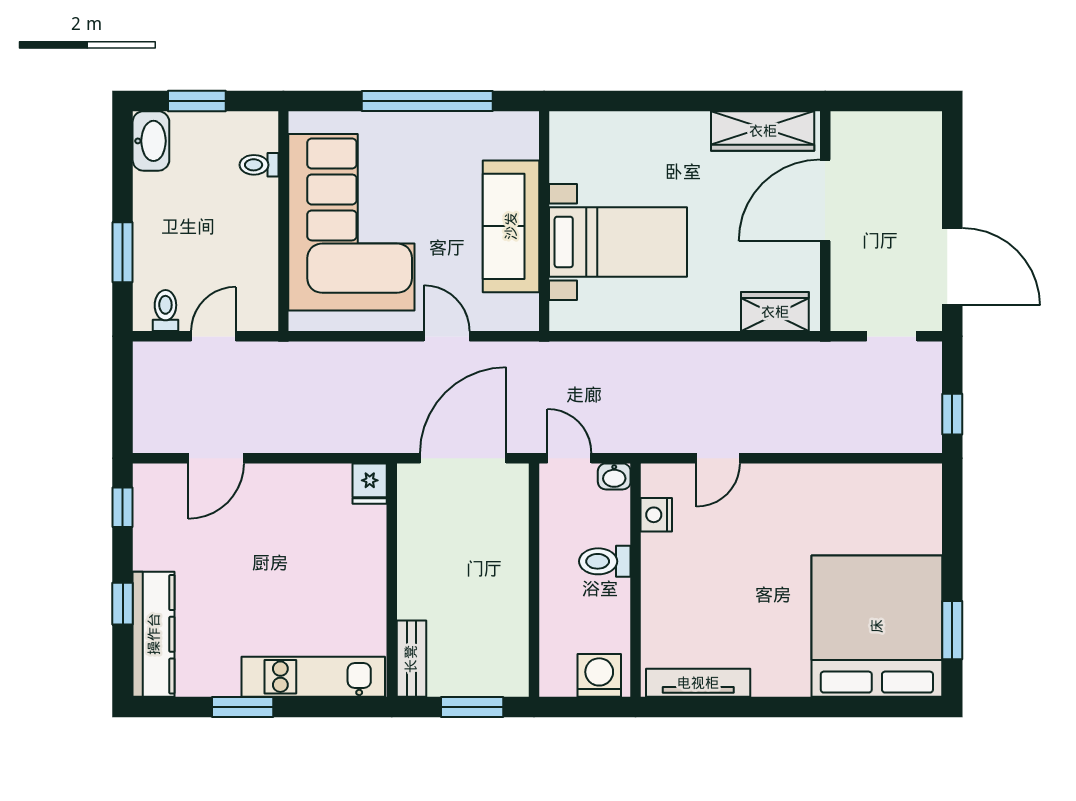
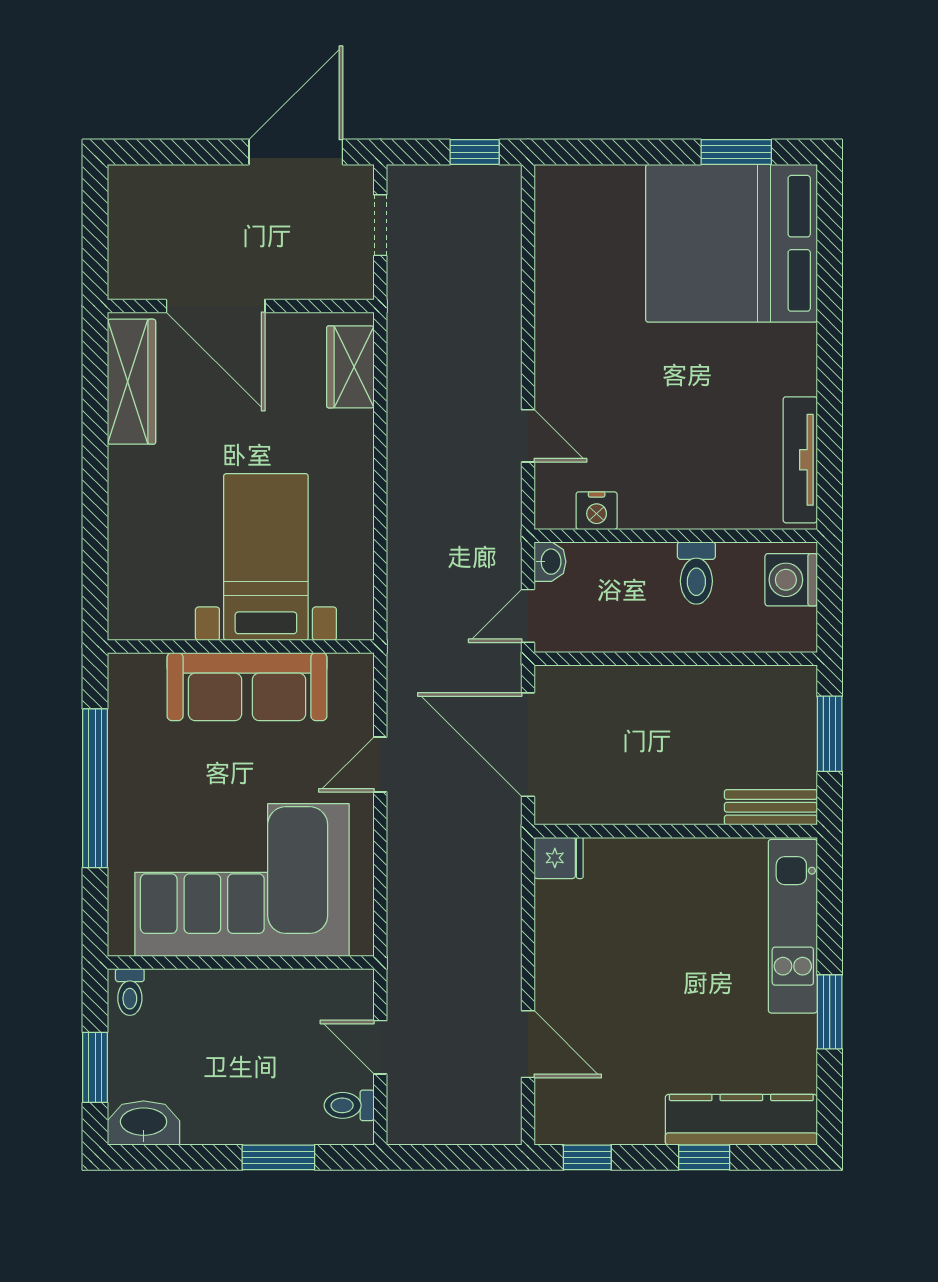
toilet: (259, 165) -> (130, 992), moved
toilet: (605, 561) -> (696, 573), moved

